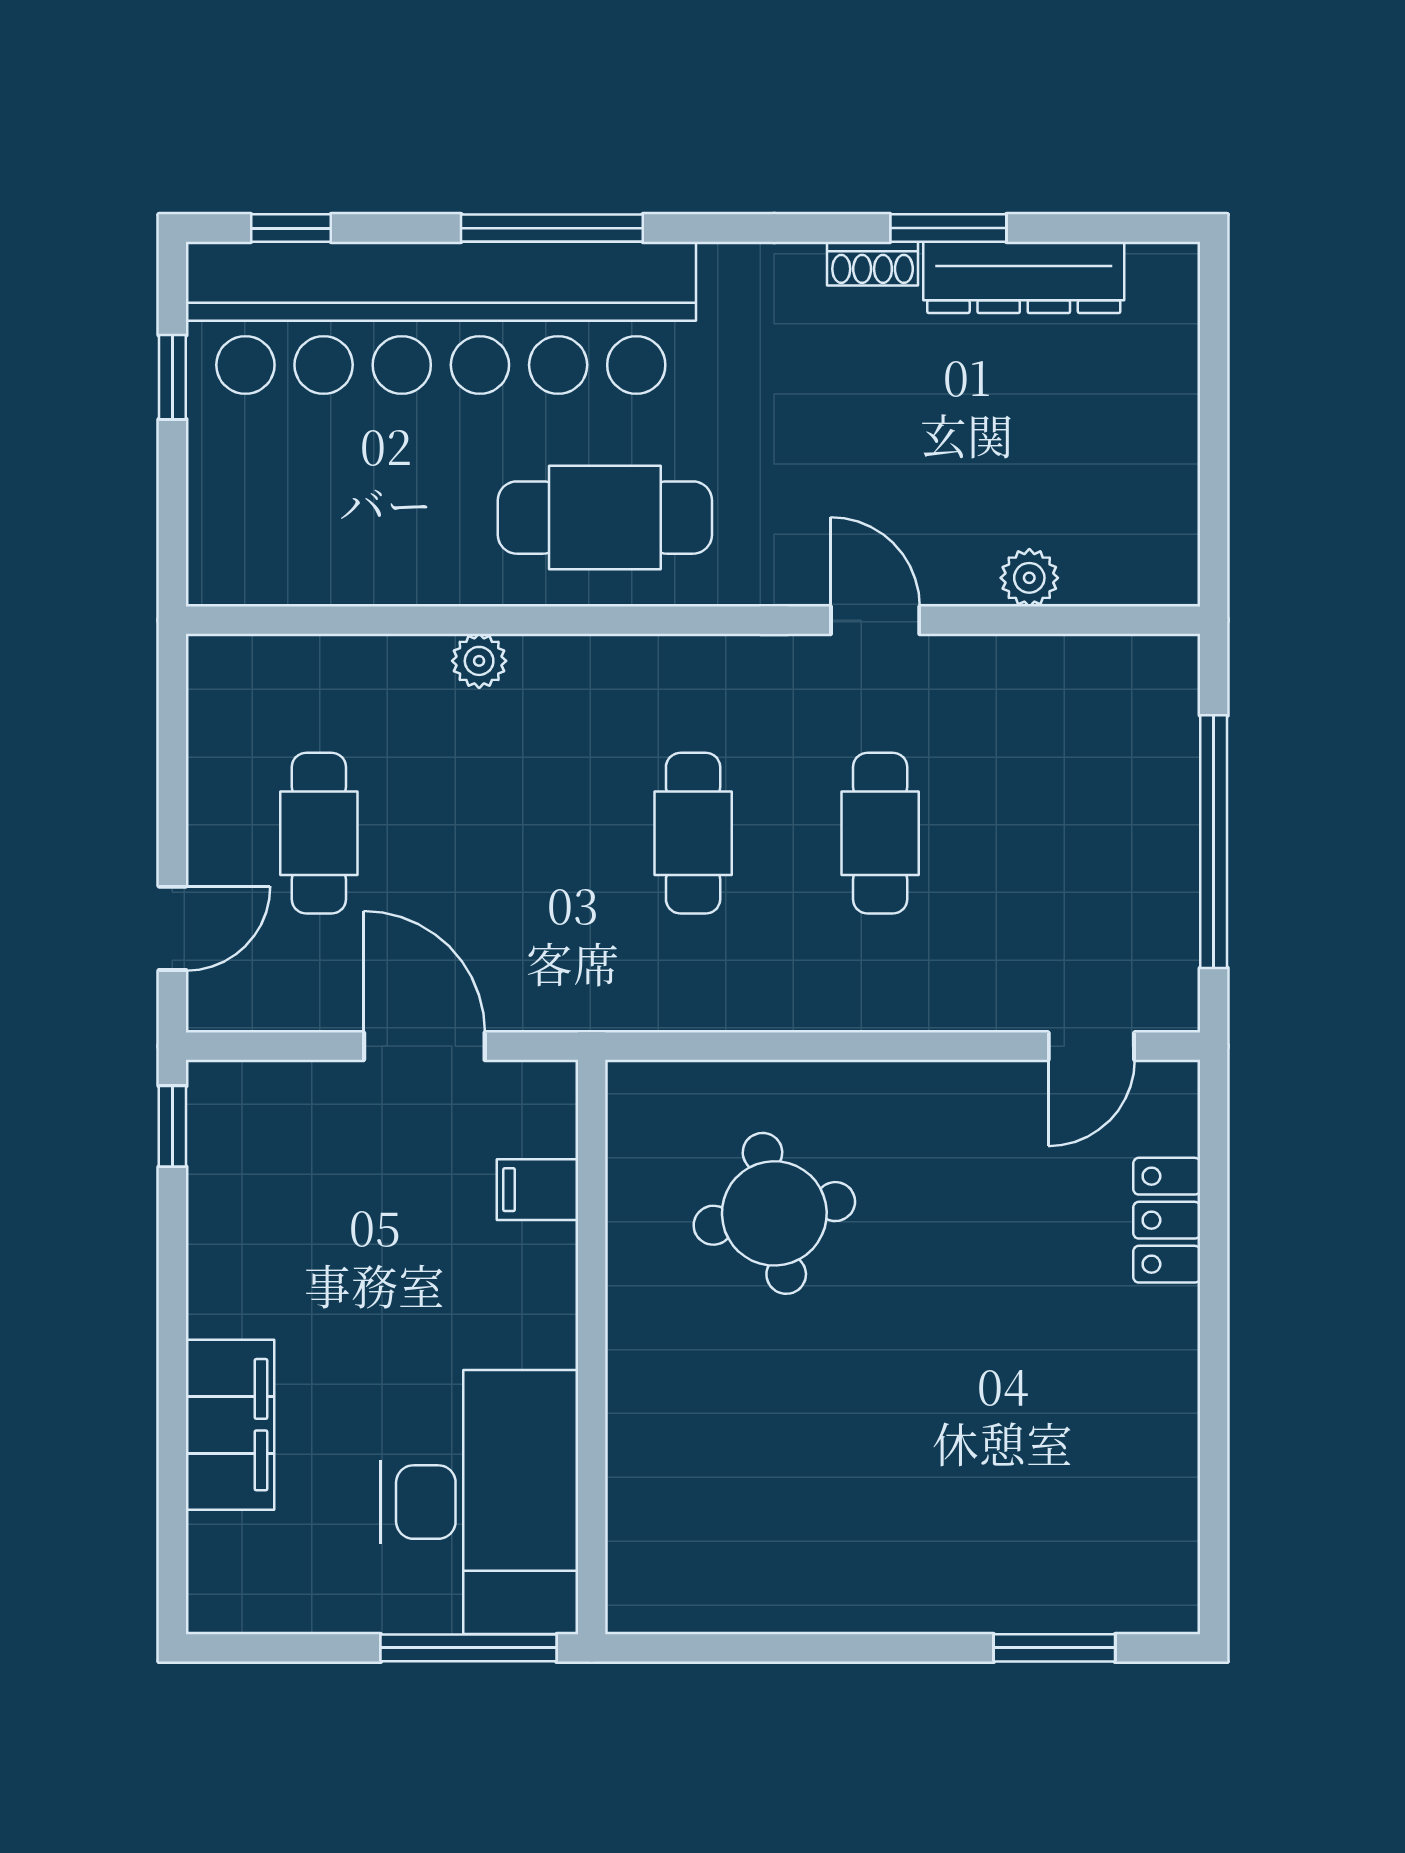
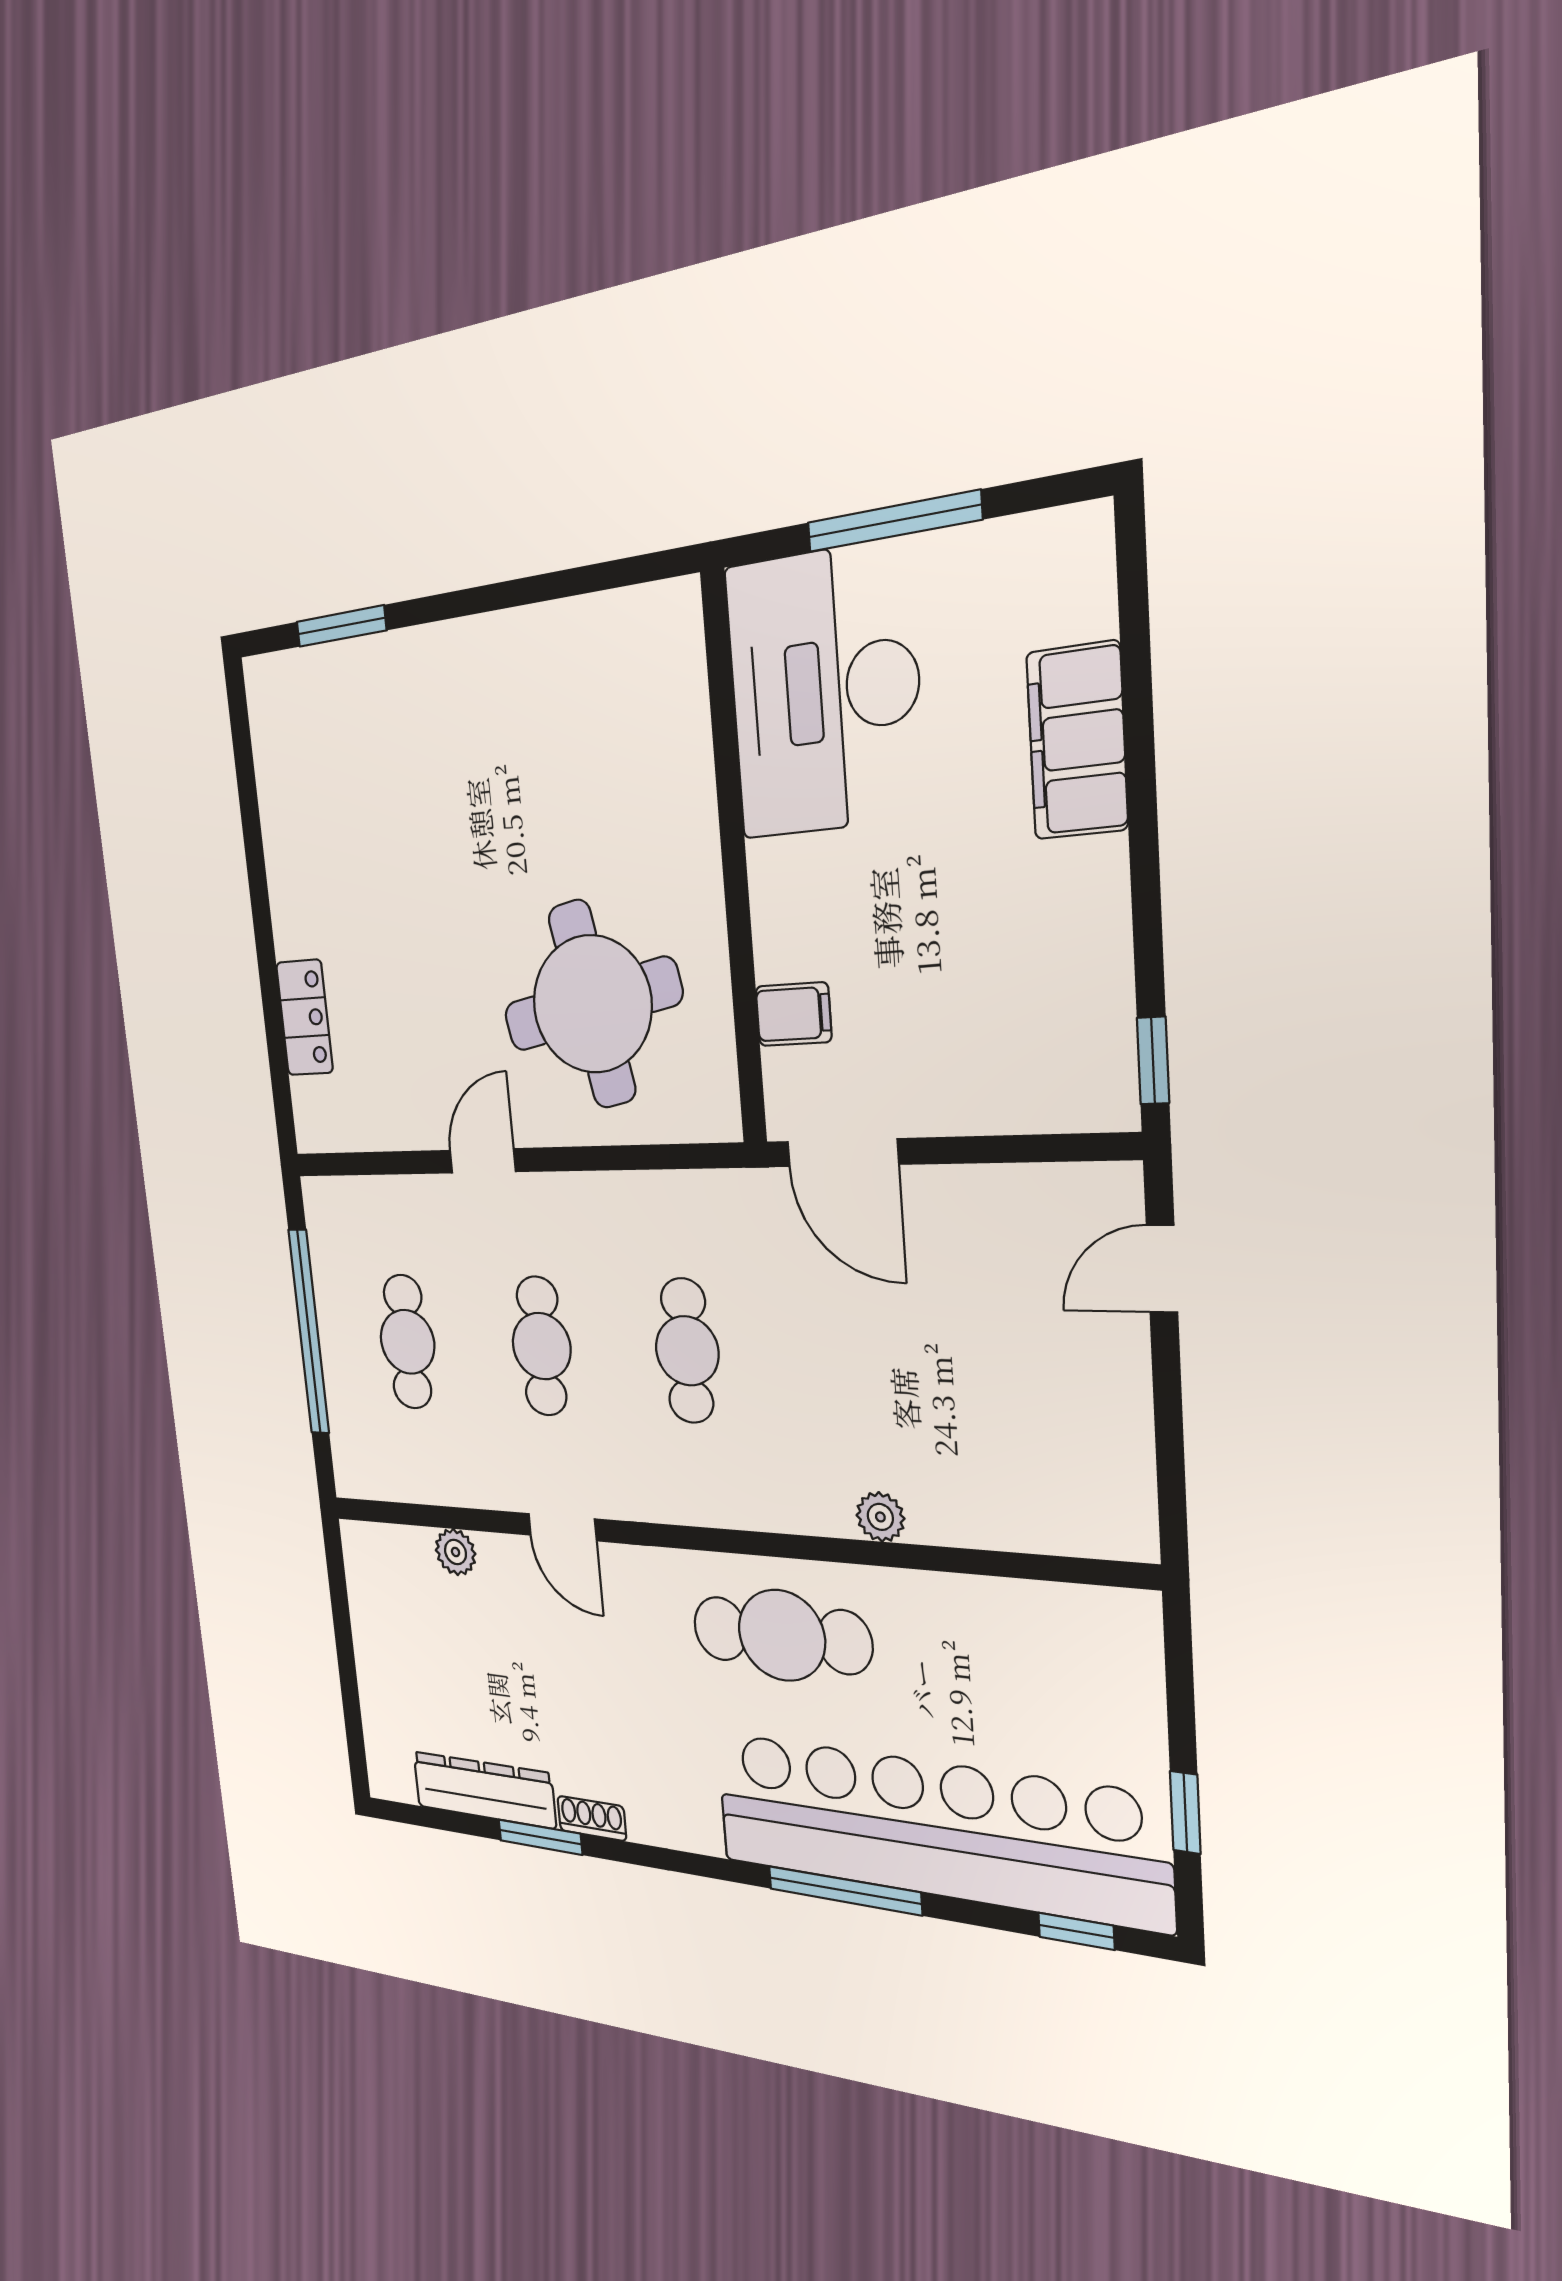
cafe table: (319, 833) -> (408, 1342), moved
door: (424, 1046) -> (843, 1153), moved
door: (1091, 1046) -> (483, 1161), moved
round table: (774, 1213) -> (592, 1004), width x1.36, depth x1.36
window: (469, 1648) -> (894, 521), moved

